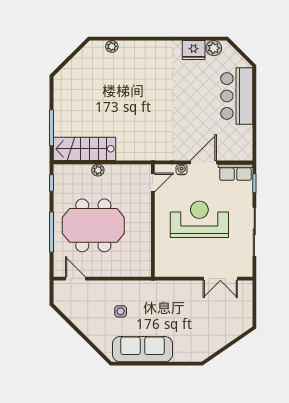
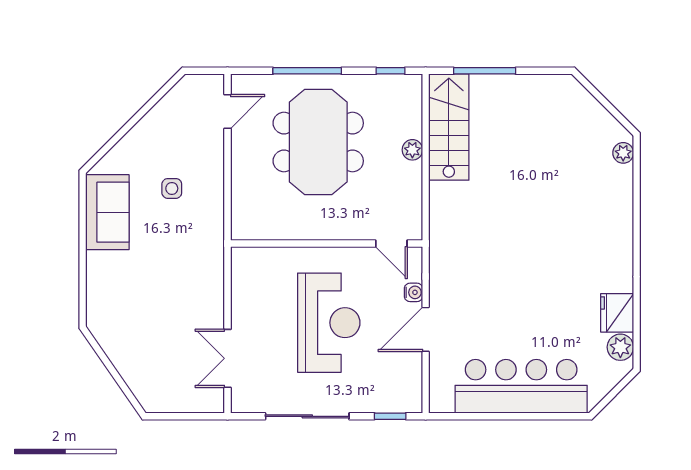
plant: (112, 46) -> (623, 153), moved
bar counter: (237, 96) -> (521, 386), width x1.36
door: (203, 162) -> (426, 329), swing flipped
row of seats: (235, 172) -> (409, 384), removed
sofa: (142, 349) -> (107, 212), width x0.73

